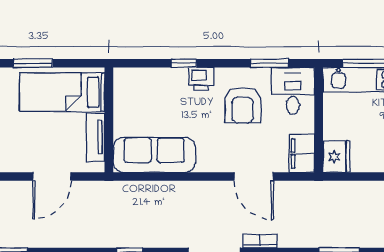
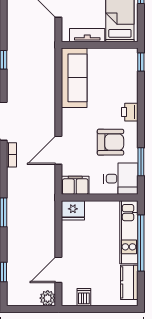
window: (184, 63) -> (141, 62), moved
armchair: (243, 105) -> (110, 142), turned 180

